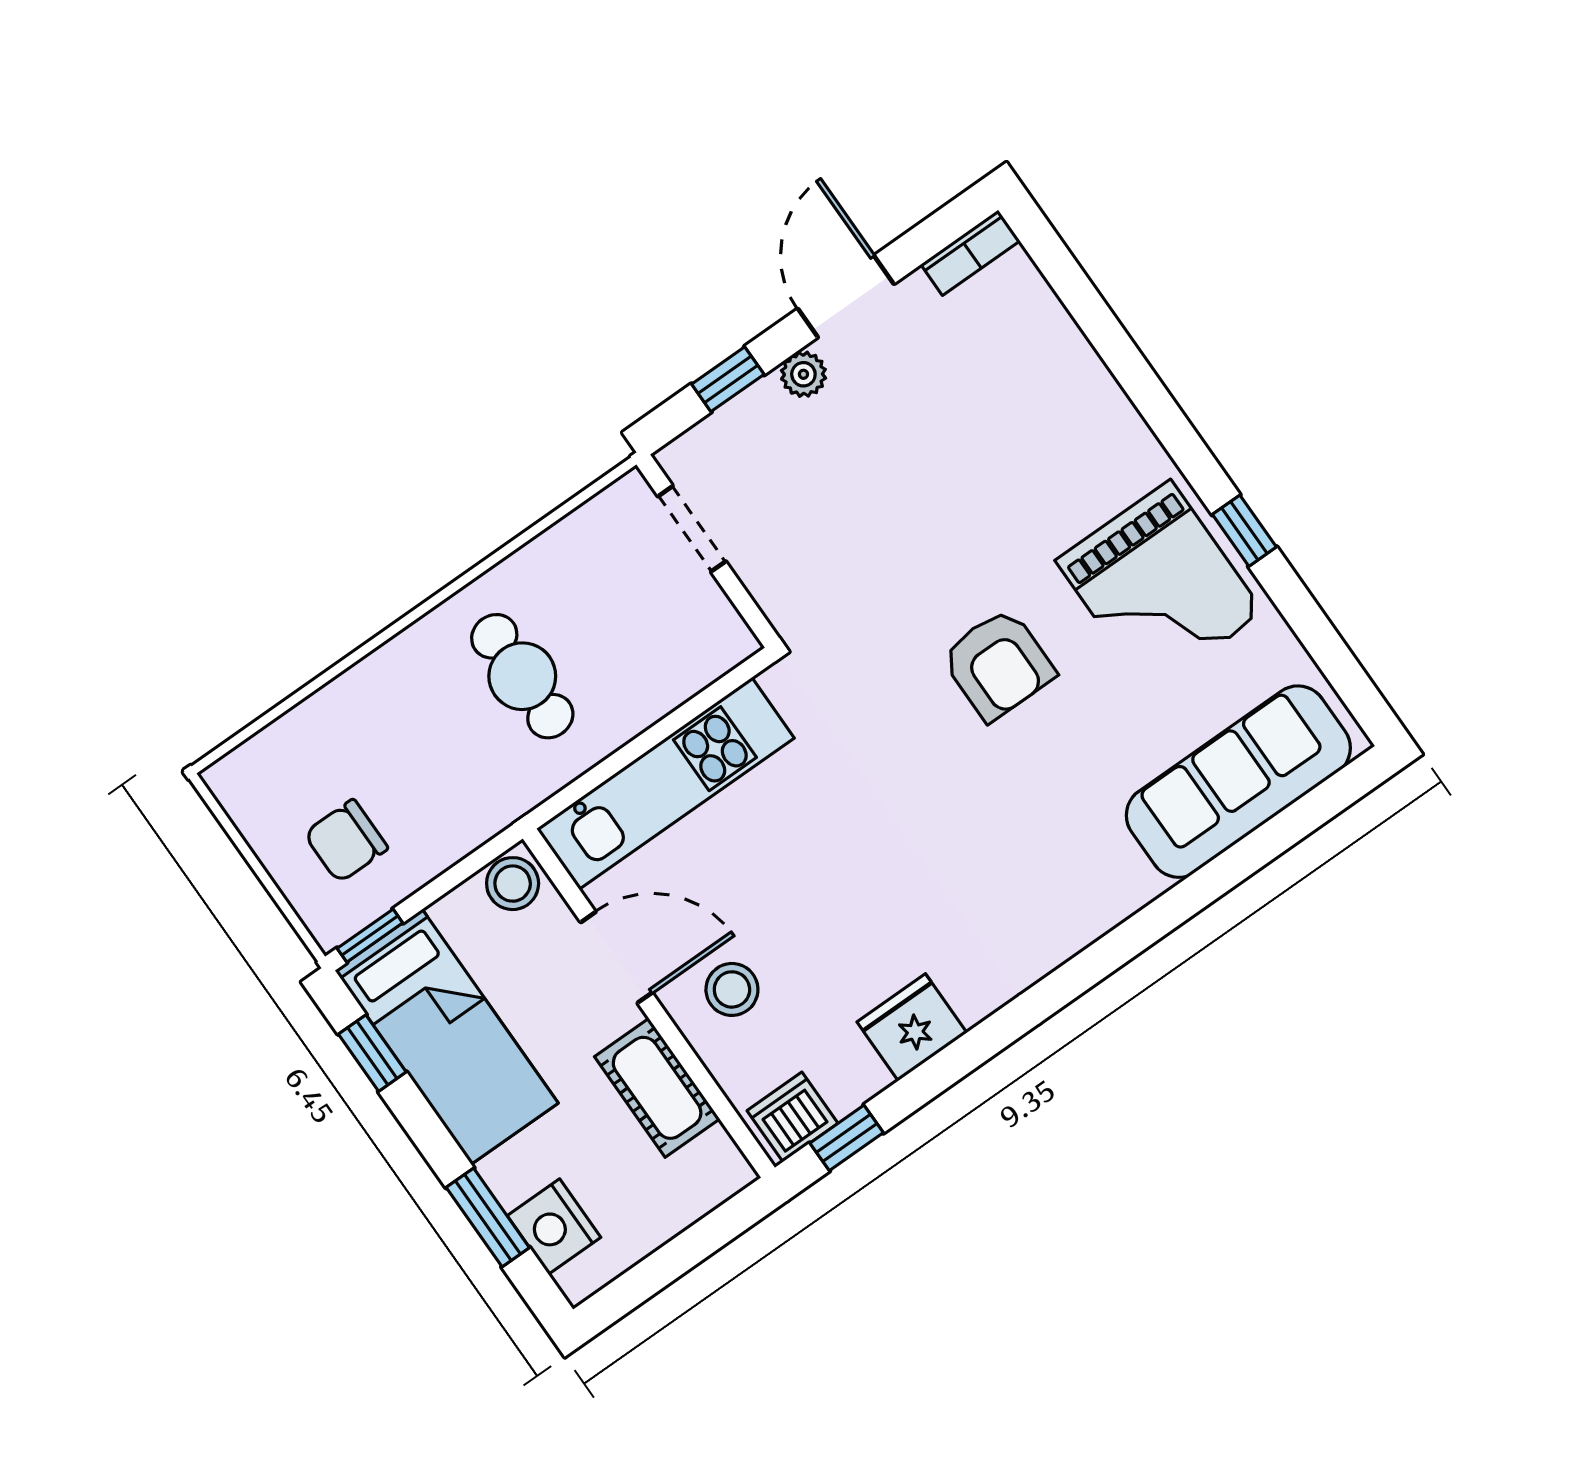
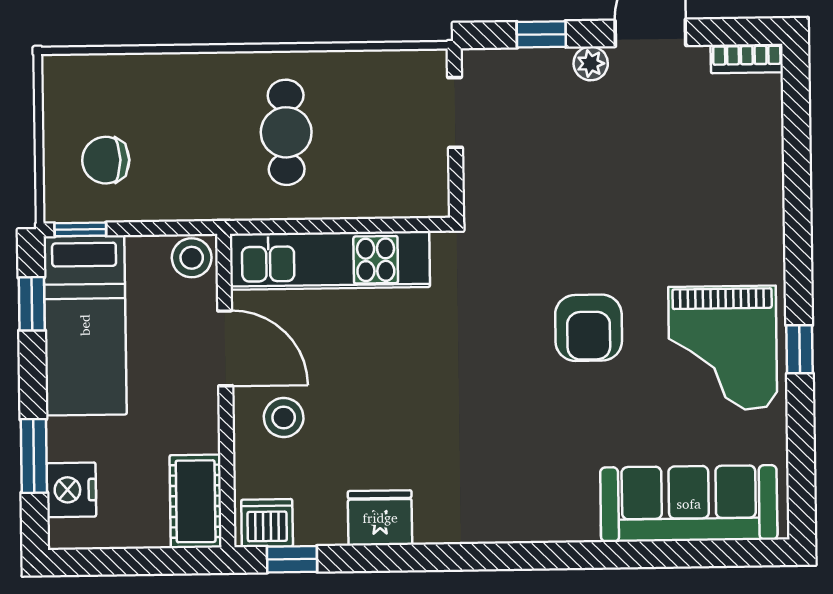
cot: (657, 1088) -> (196, 501), moved

